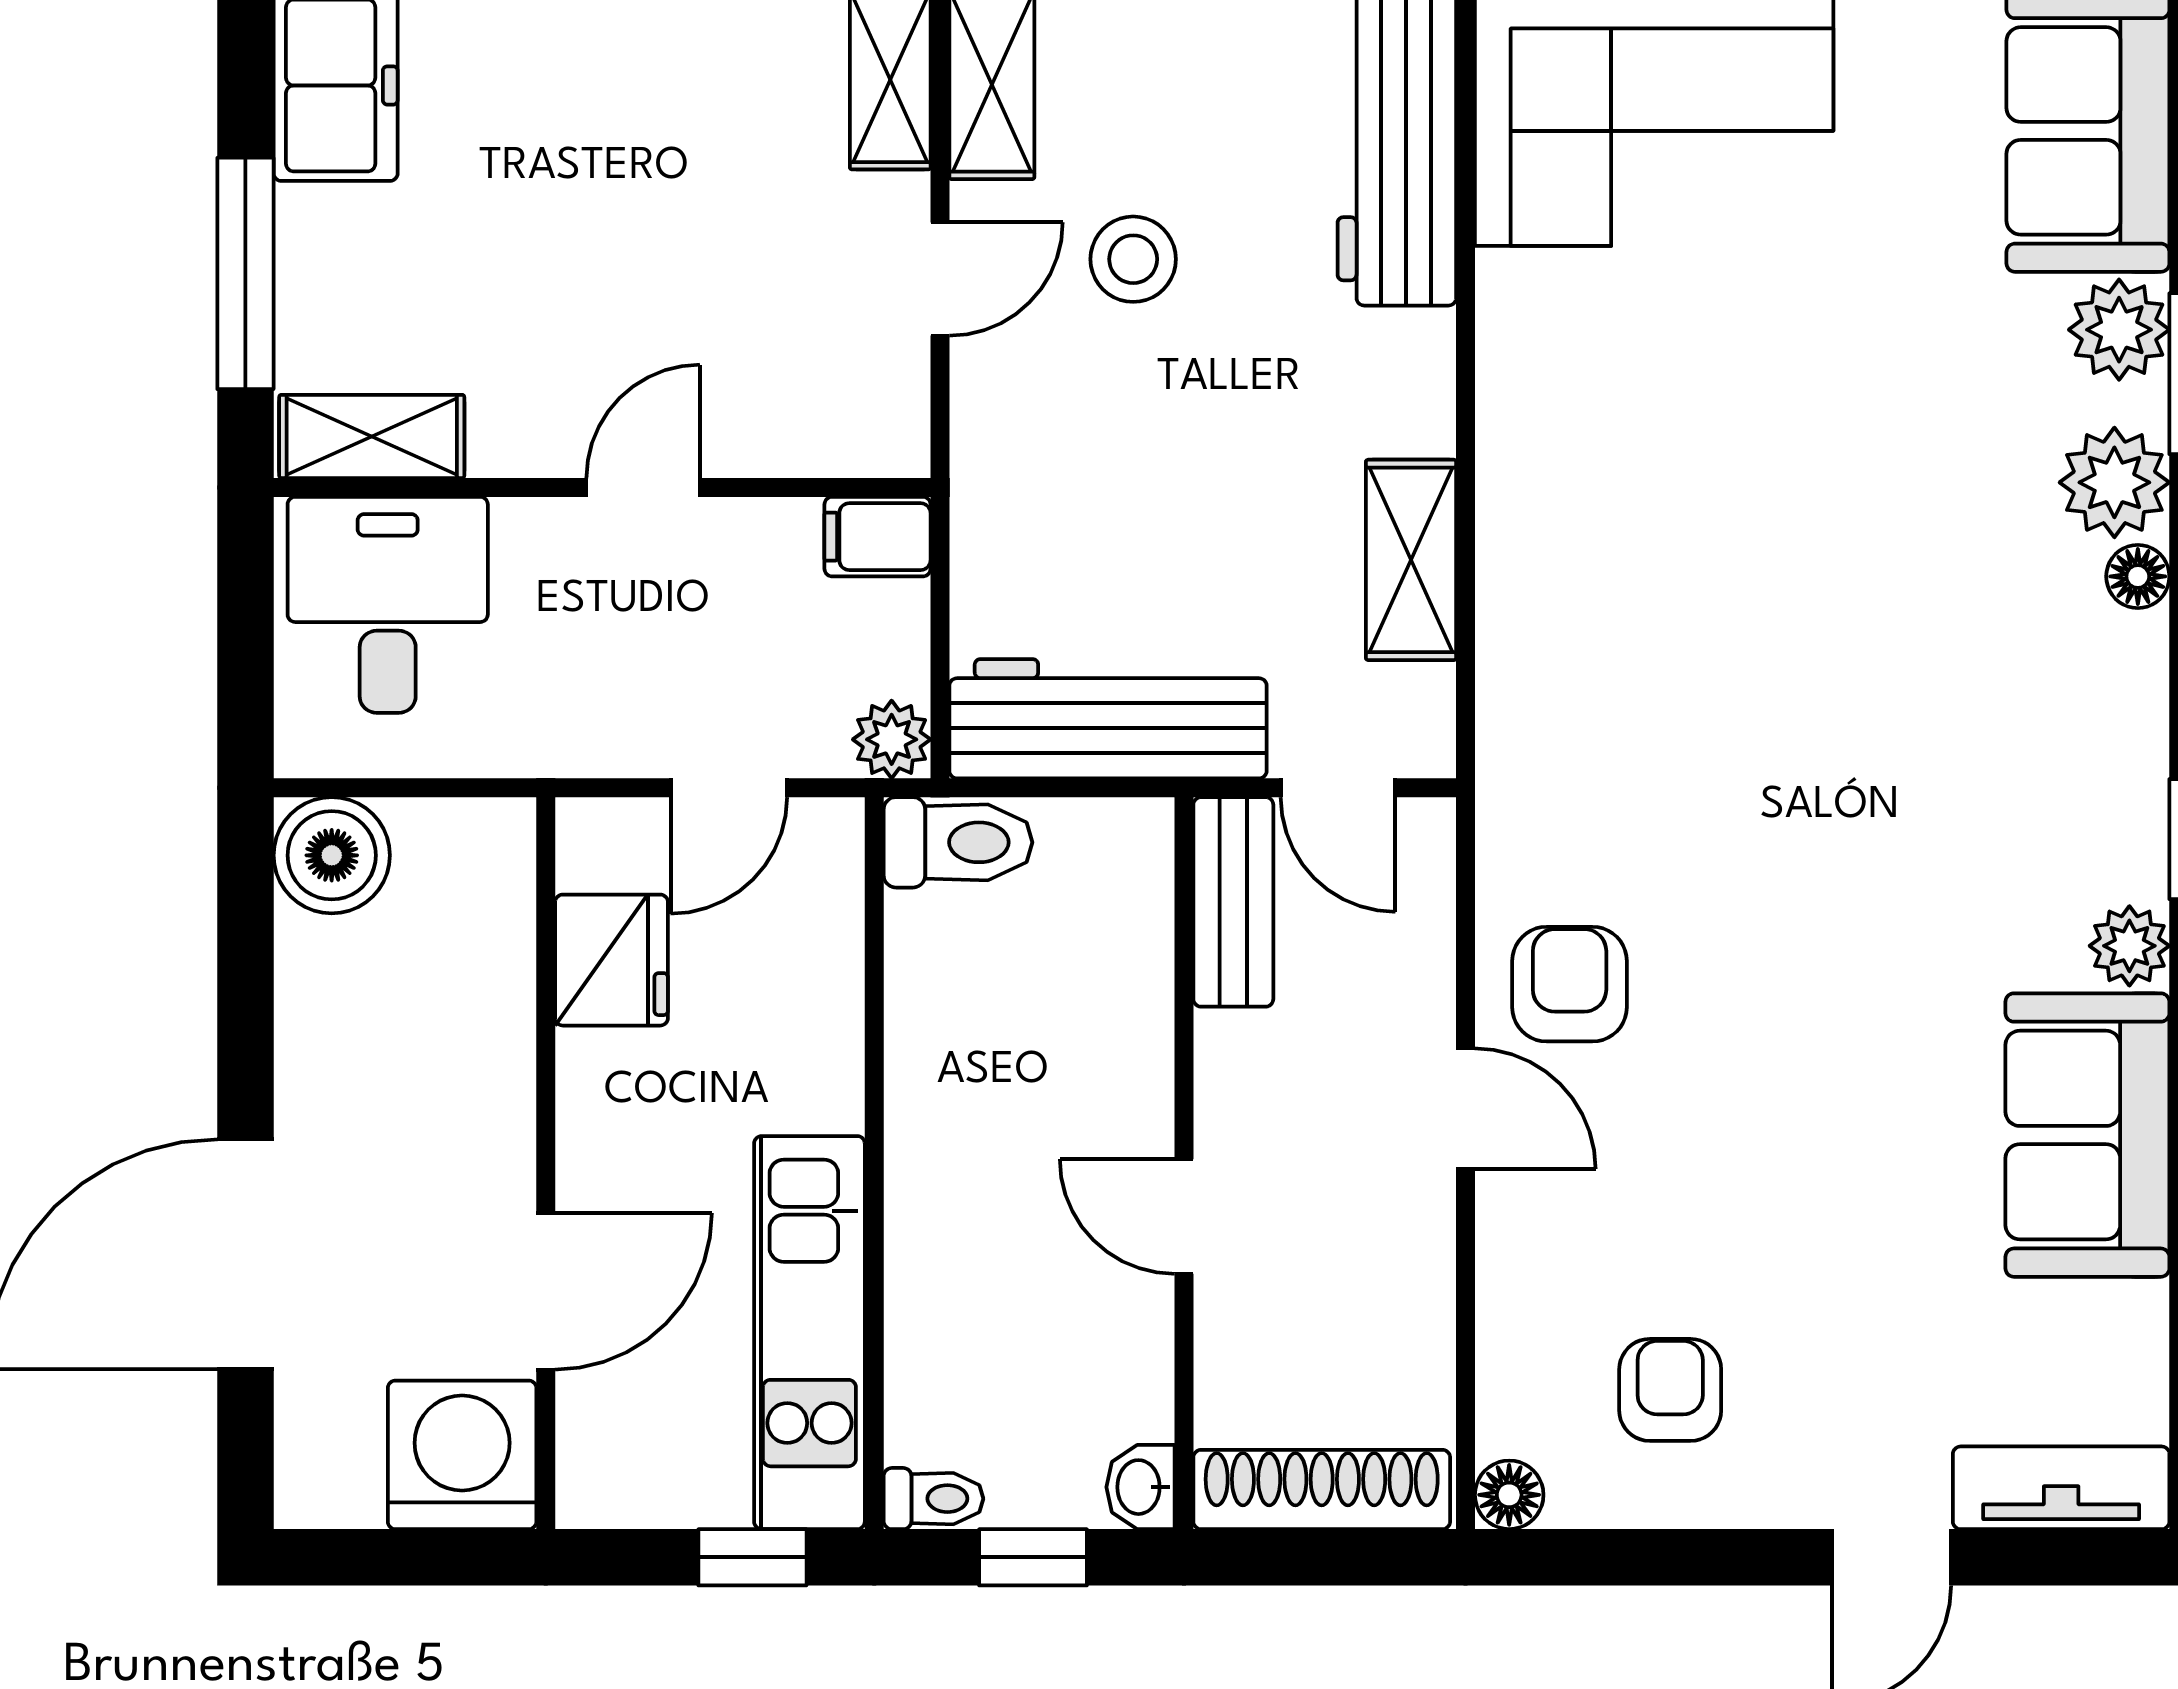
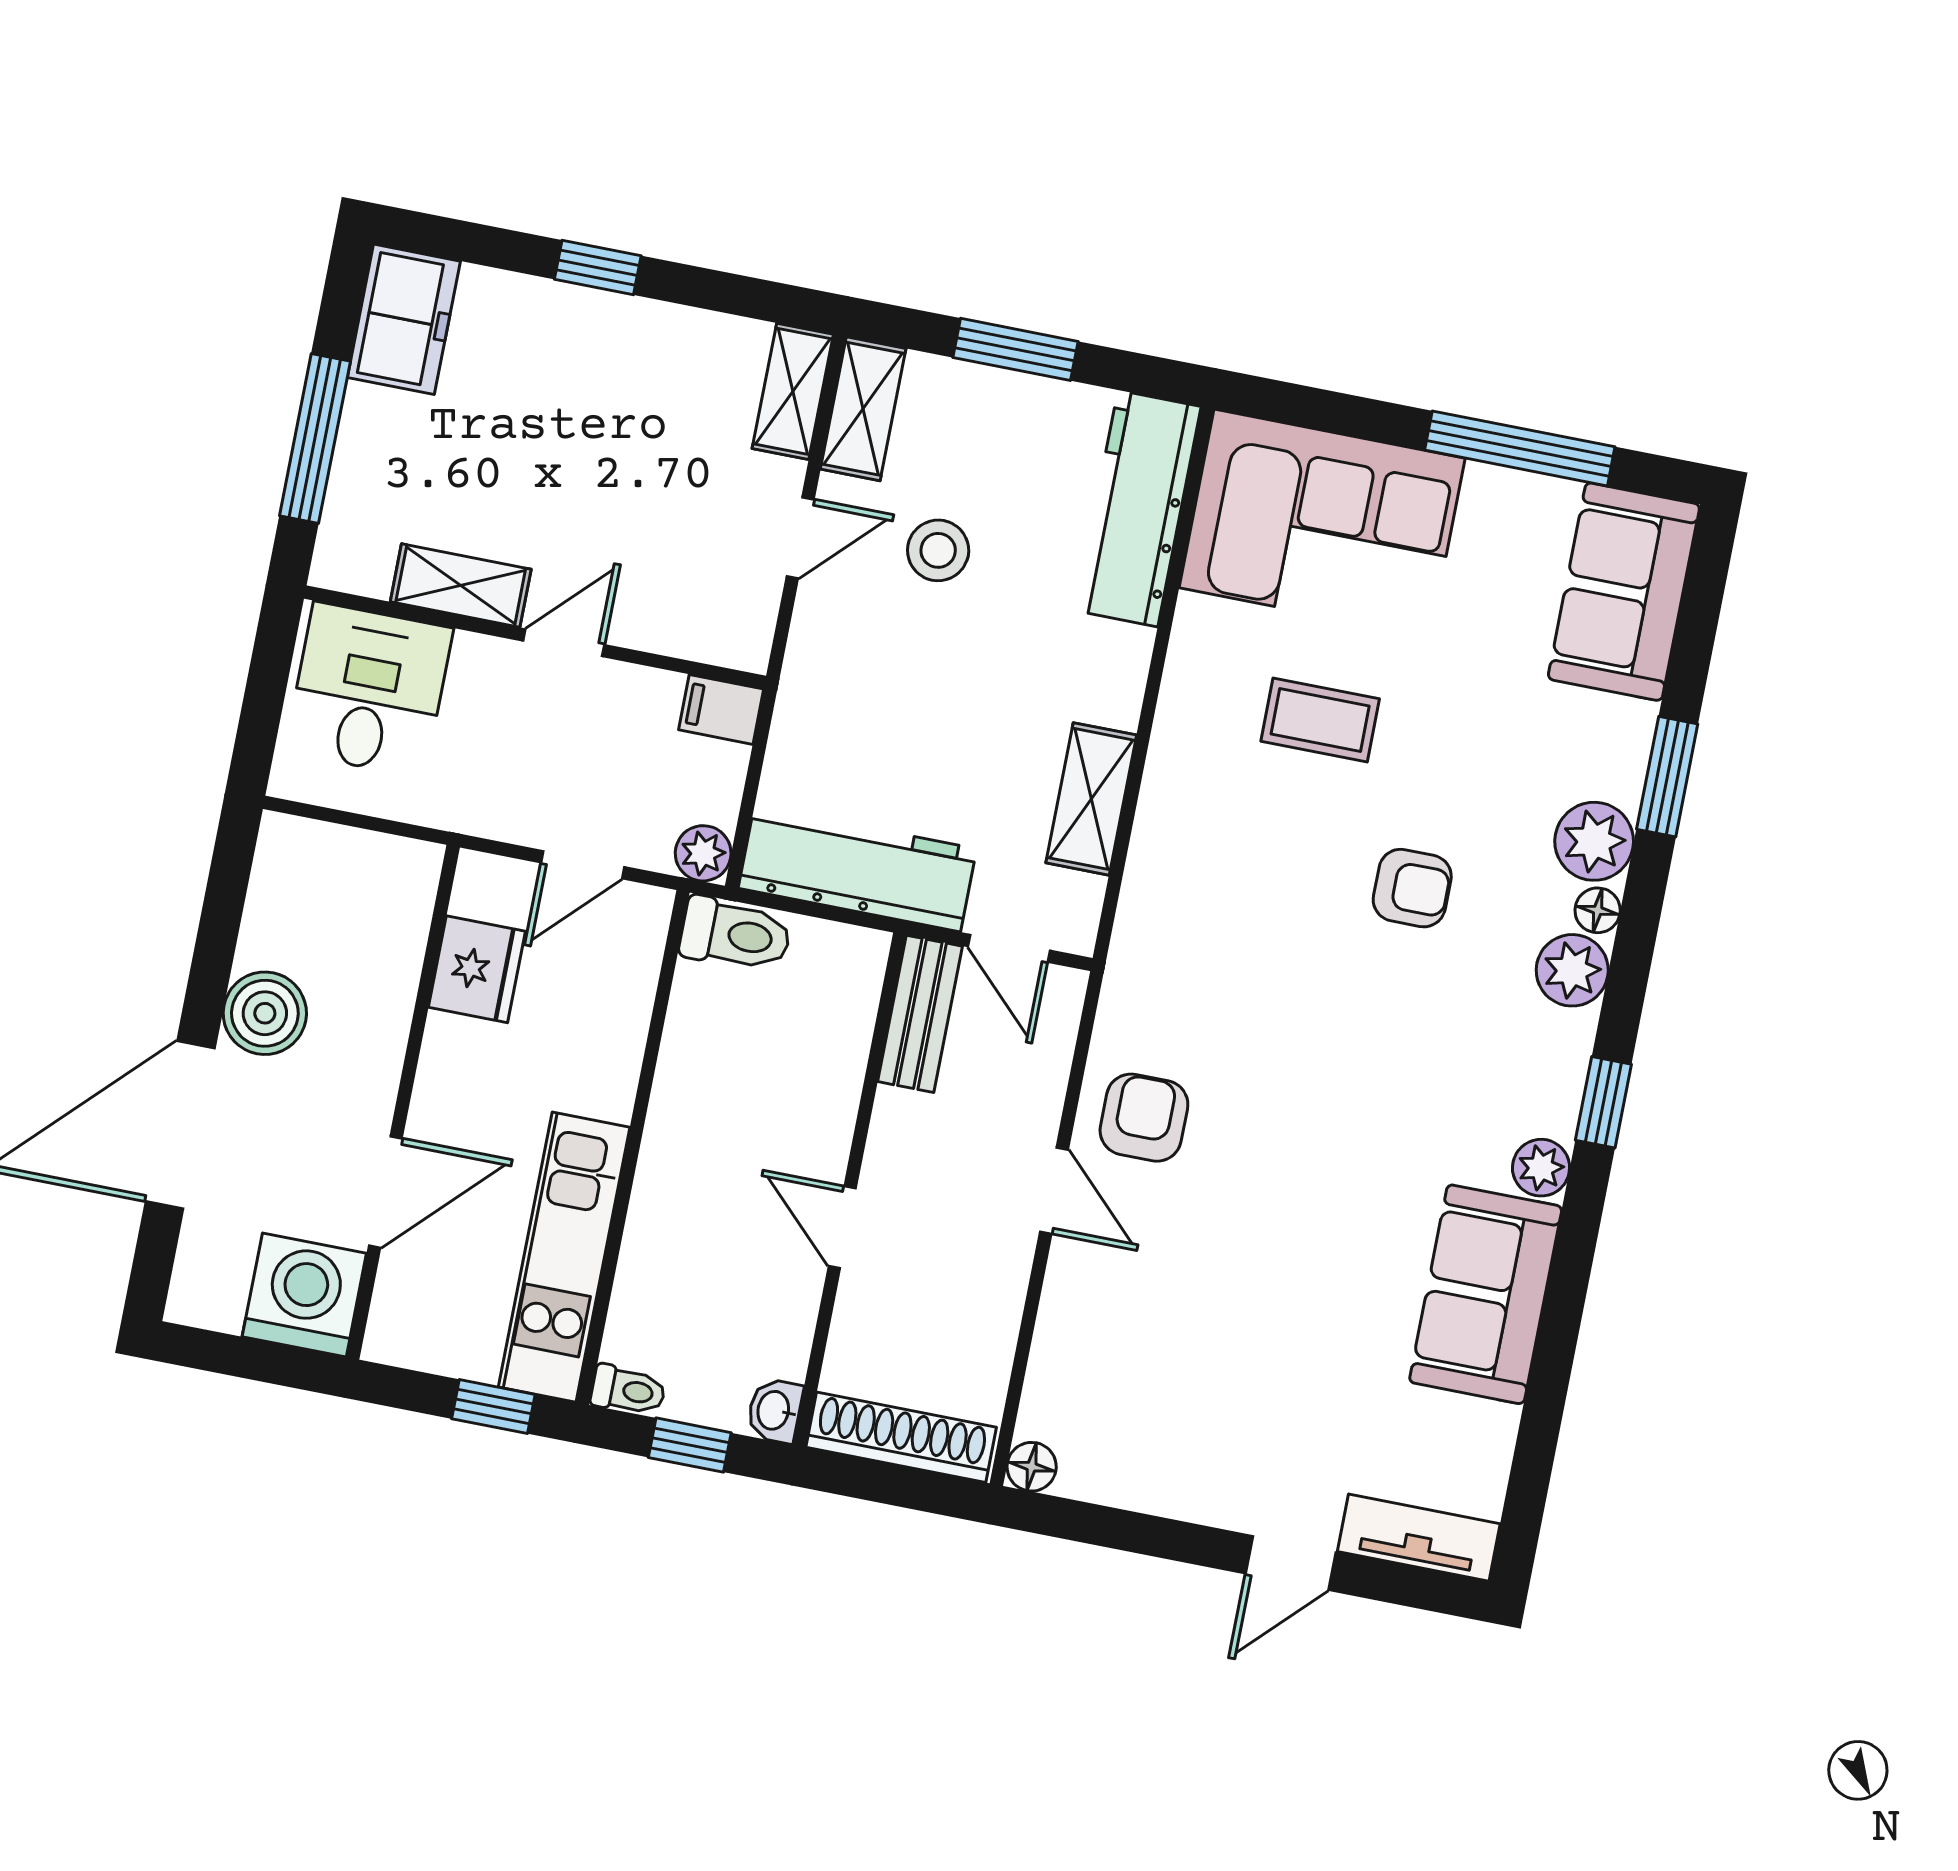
plant: (2119, 330) -> (1572, 970), moved
coffee table: (1705, 390) -> (1320, 720), added
shelving: (372, 436) -> (461, 585), moved
boiler: (332, 855) -> (265, 1013), moved
armchair: (1670, 1390) -> (1412, 888), moved, turned 90

